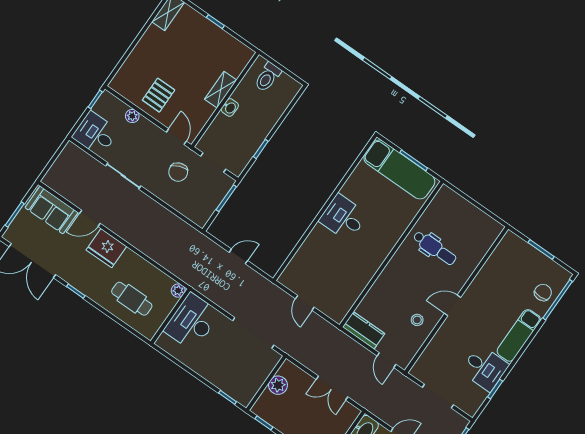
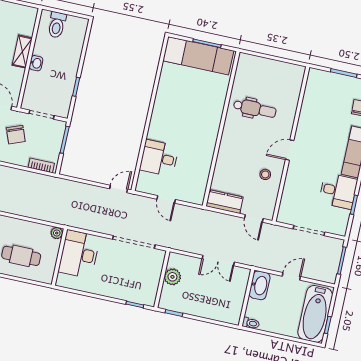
bookcase: (191, 215) -> (41, 165), added
desk: (343, 218) -> (159, 158), moved
door: (238, 256) -> (119, 189), moved

